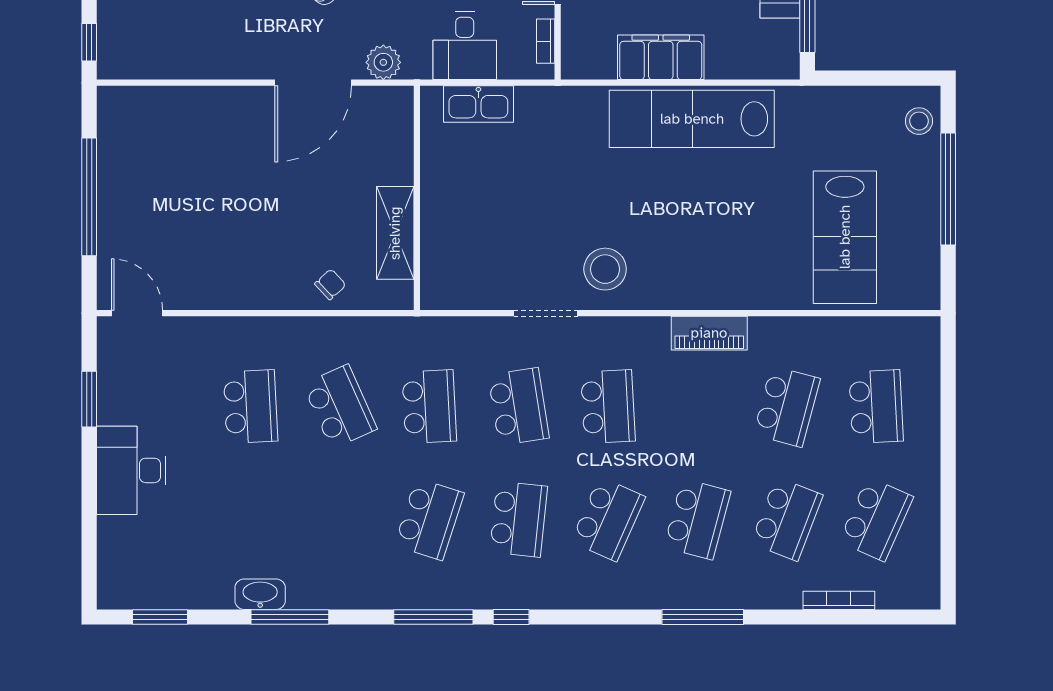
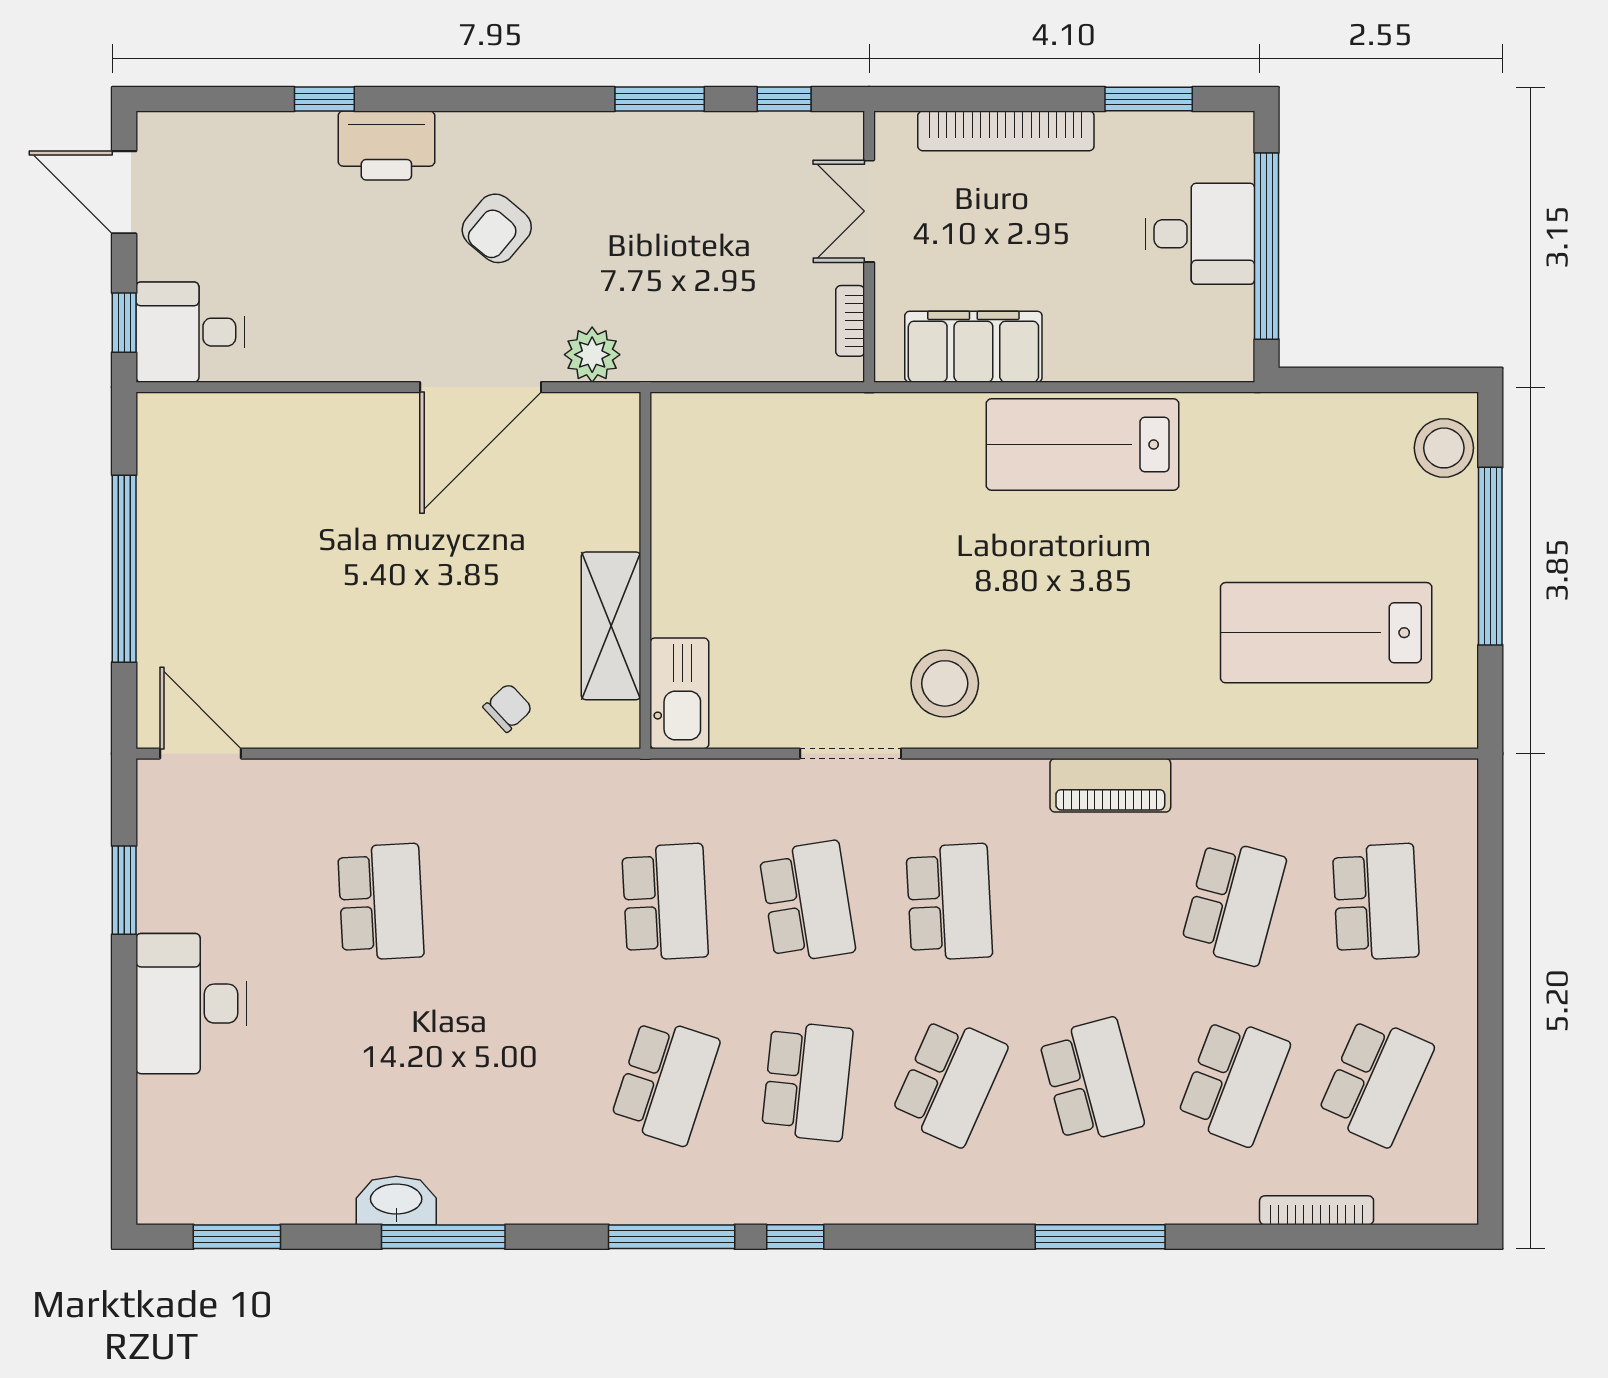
desk: (465, 46) -> (190, 332), moved, turned 90
filing cabinet: (661, 57) -> (973, 347), moved
kitchen sink: (478, 104) -> (679, 693), moved, turned -90
lab bench: (692, 119) -> (1082, 445), width x0.73
stool: (919, 121) -> (1444, 448), width x1.38, depth x1.38
lab bench: (845, 237) -> (1326, 633), turned 90
school desk: (340, 407) -> (523, 902), removed
school desk: (697, 519) -> (1091, 1081), turned -30

